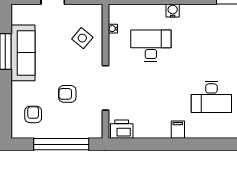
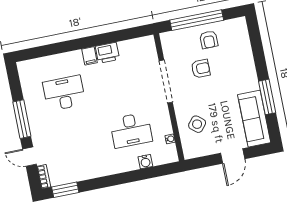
water cooler: (173, 11) -> (145, 162), moved
sofa: (23, 53) -> (254, 119), moved
armchair: (33, 114) -> (209, 40), moved
printer: (122, 129) -> (107, 53), moved

